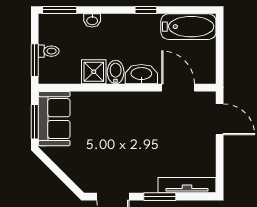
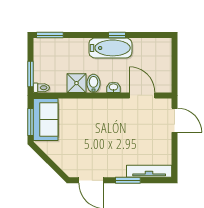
washbasin: (92, 20) -> (75, 43), removed
bathtub: (188, 27) -> (110, 48), moved
toilet: (49, 51) -> (41, 88), moved
washbasin: (141, 74) -> (113, 87), width x0.52, depth x0.69

